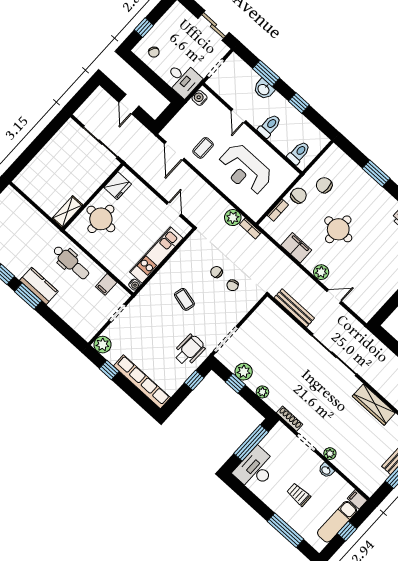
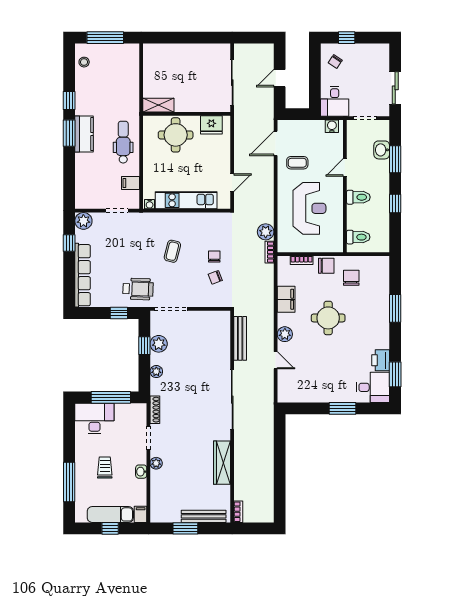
washbasin: (264, 89) -> (382, 150), moved
reception desk: (245, 170) -> (309, 208), turned 180
dental chair: (71, 262) -> (123, 142), turned 180

